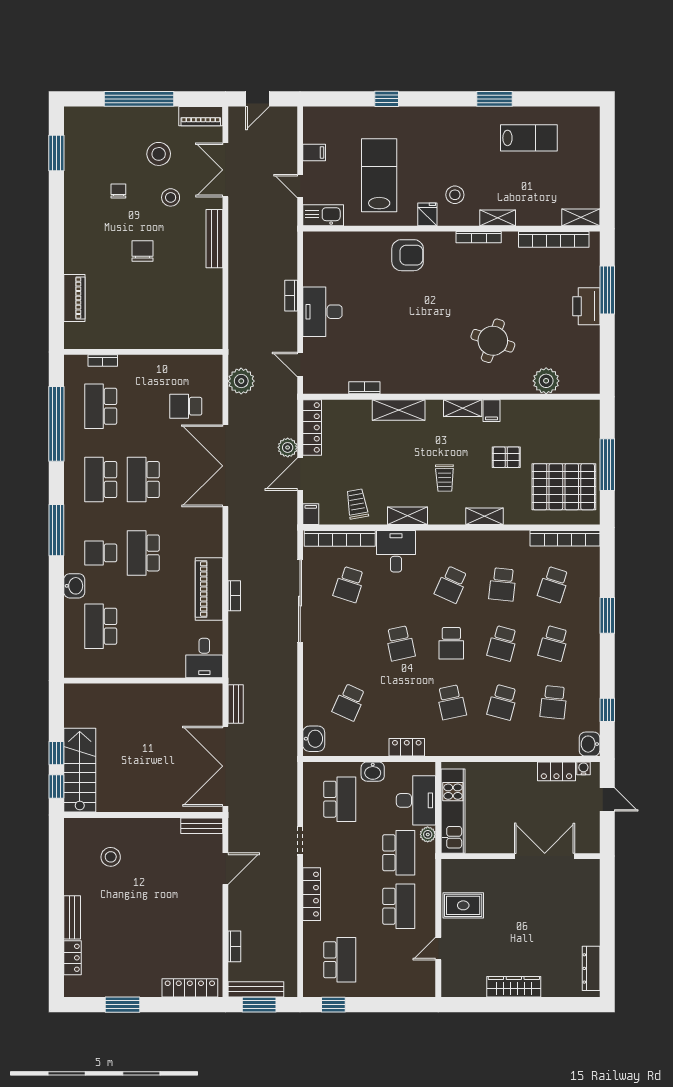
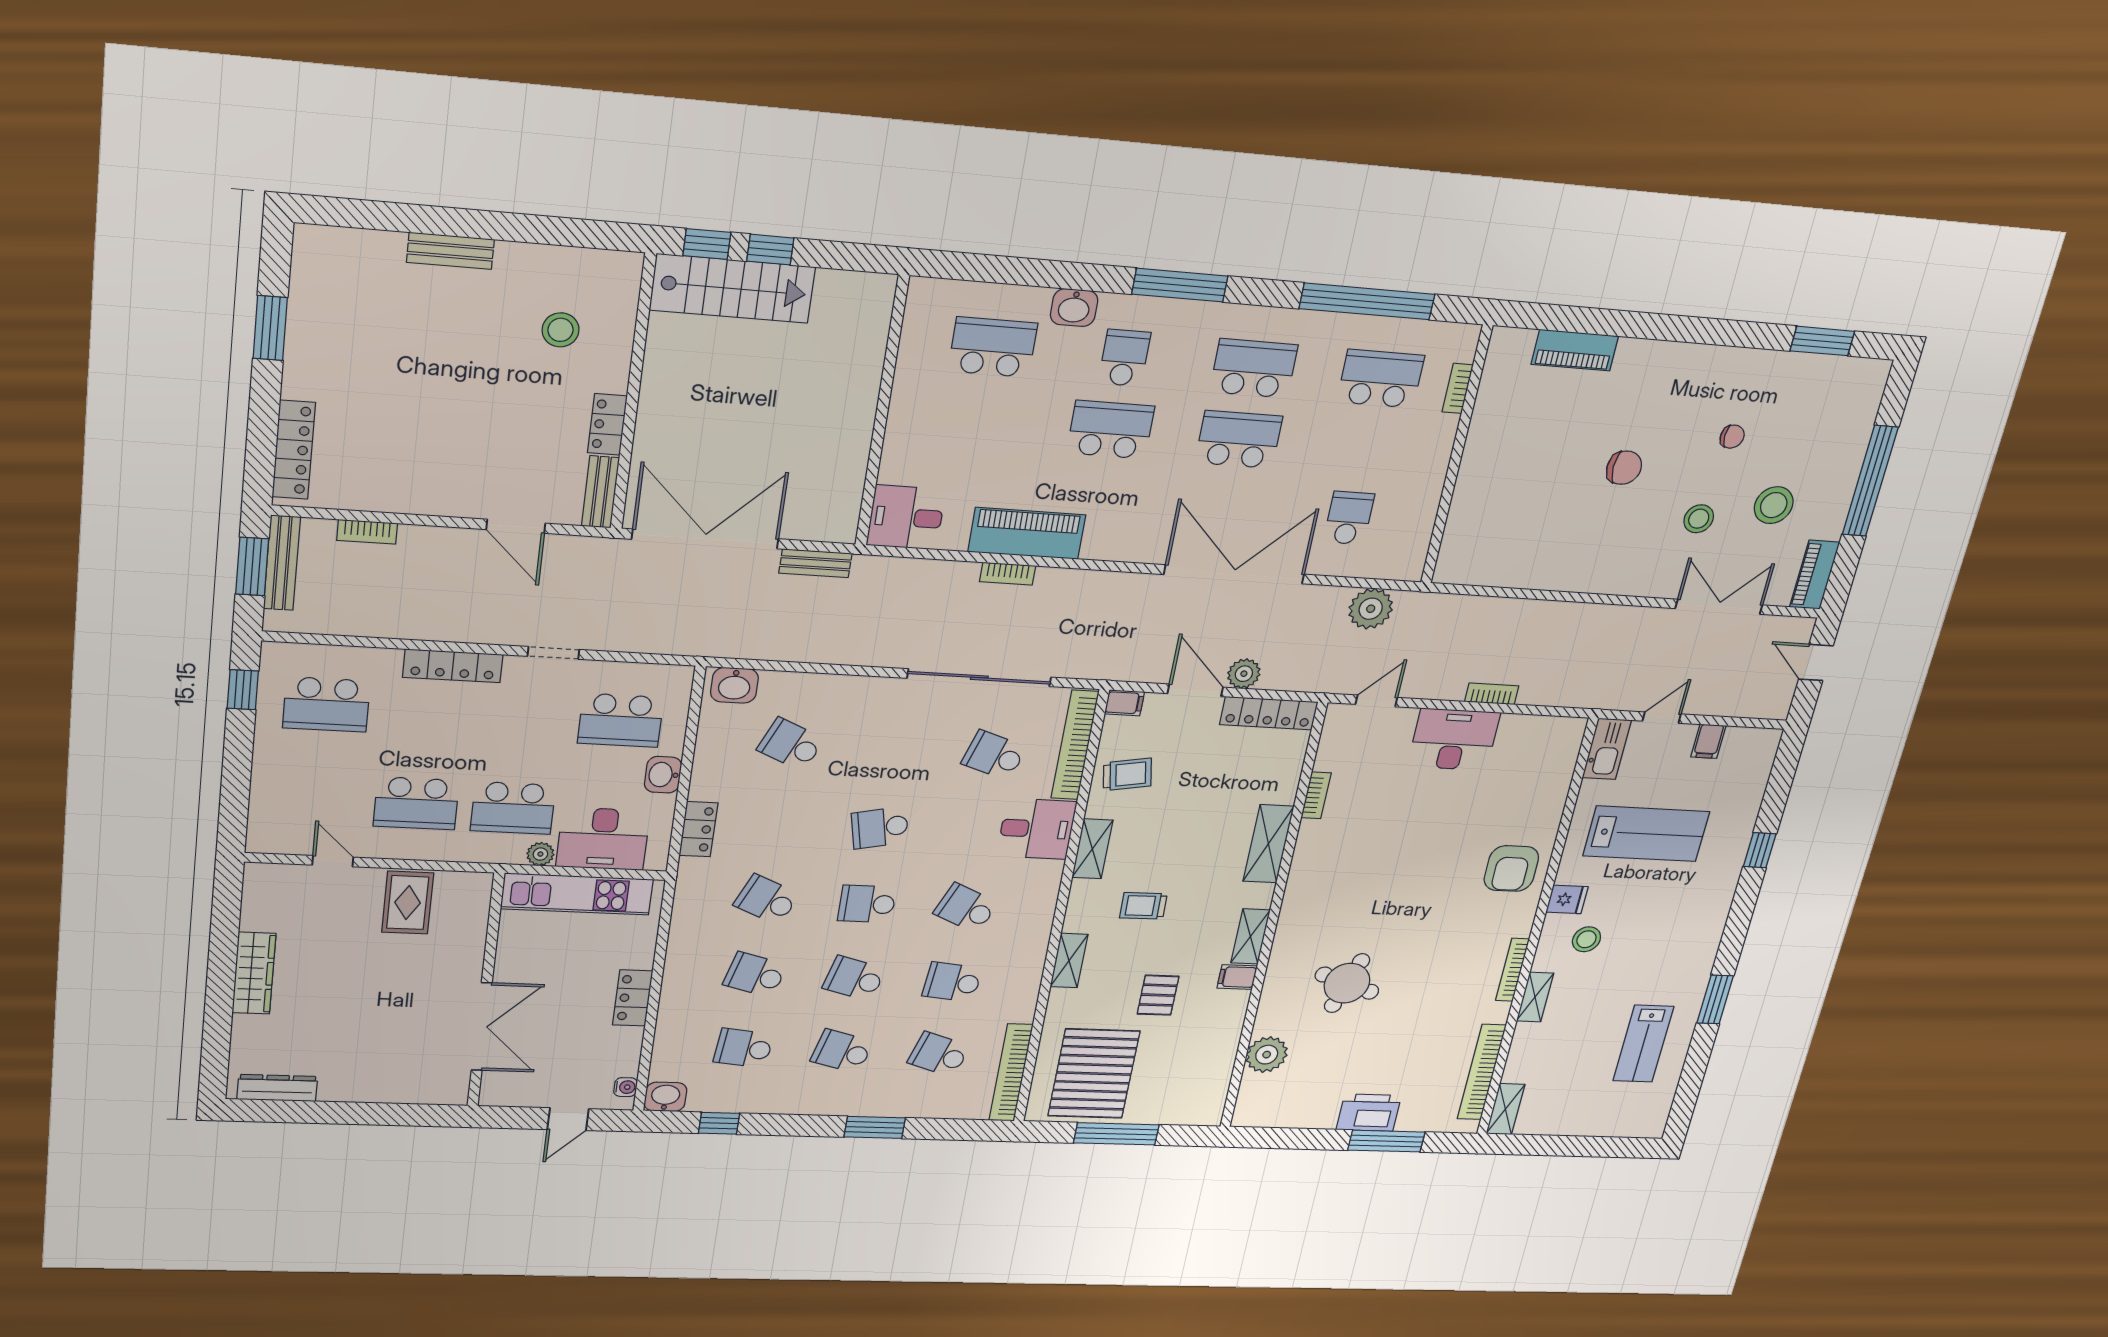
bench: (214, 239) -> (1614, 582), removed
school desk: (451, 702) -> (767, 900), turned 36
locker: (556, 771) -> (633, 998), moved
locker: (73, 958) -> (607, 424), moved, turned 90

